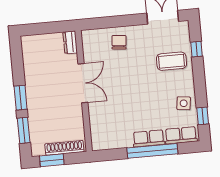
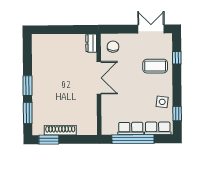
dresser: (70, 42) -> (91, 43), moved
double door: (83, 83) -> (99, 78), moved
wall: (84, 91) -> (99, 84), moved

